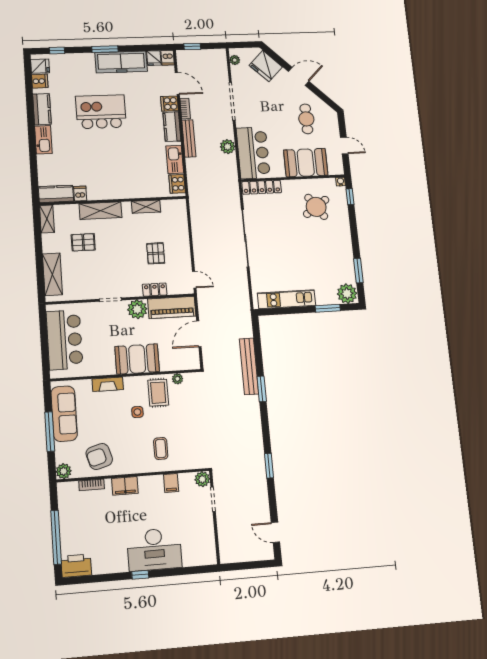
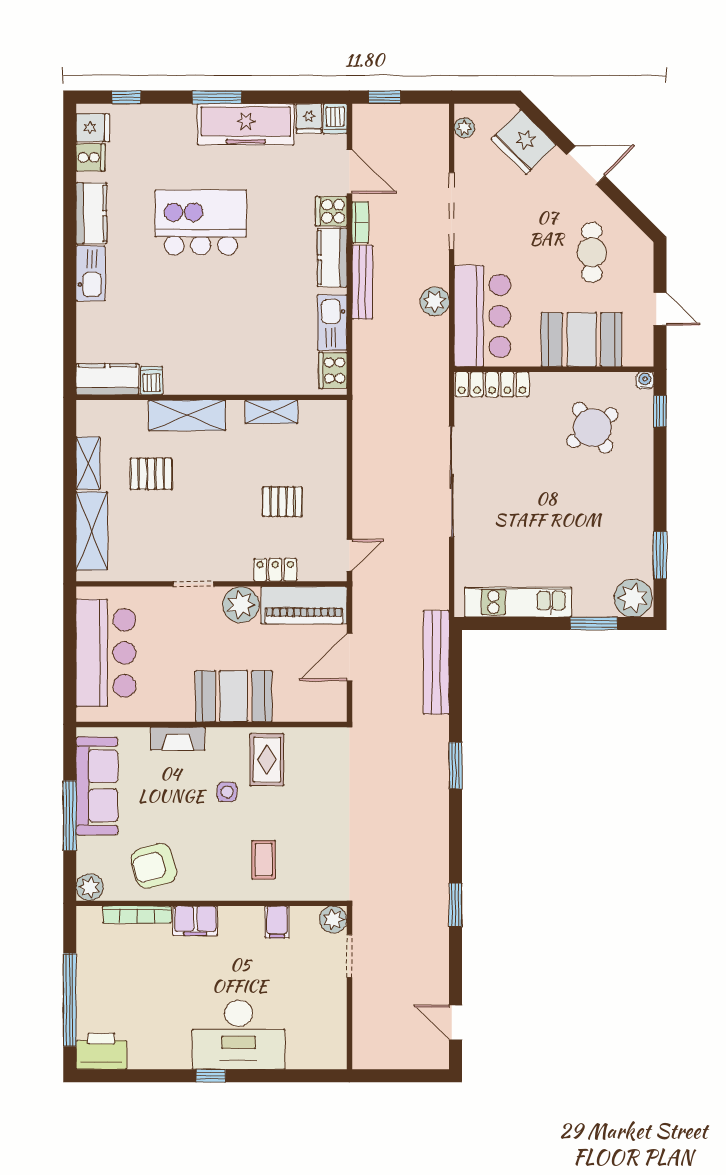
shelving: (47, 219) -> (88, 463), moved
pallet: (156, 253) -> (282, 502), turned 90
door: (194, 280) -> (349, 555), hinge flipped
bench: (249, 366) -> (436, 662), moved
plant: (177, 379) -> (304, 737), removed
bookcase: (92, 485) -> (137, 915), width x1.56

